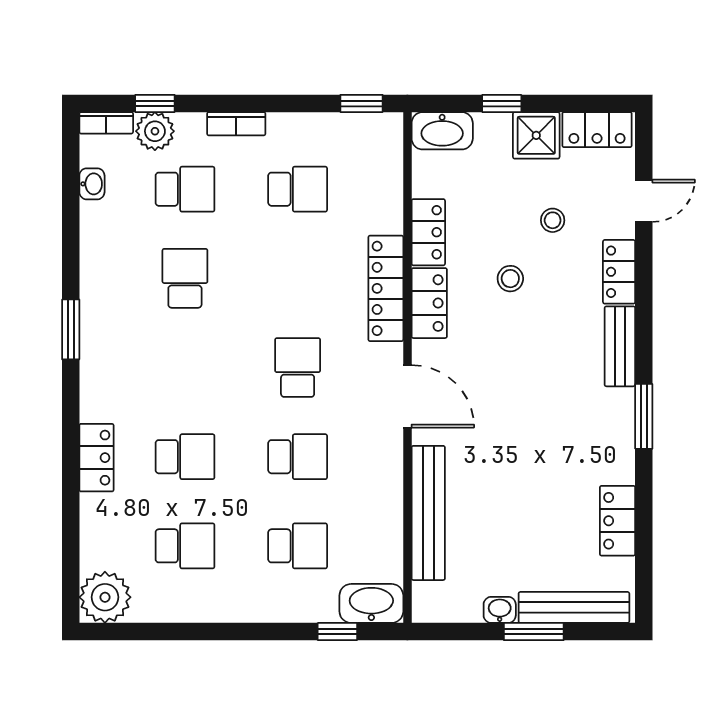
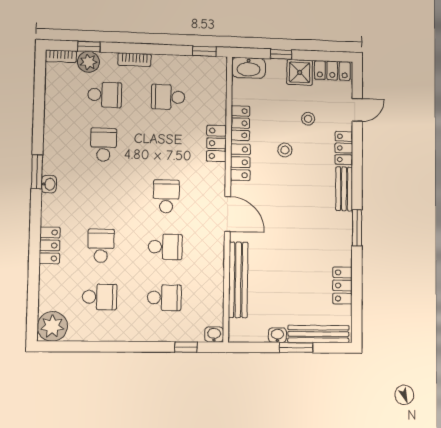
washbasin: (92, 184) -> (49, 184), moved
school desk: (298, 189) -> (168, 97), turned 180
locker: (386, 288) -> (216, 143), width x0.66
school desk: (185, 457) -> (101, 246), turned -90
washbasin: (371, 603) -> (214, 334), width x0.52, depth x0.69

